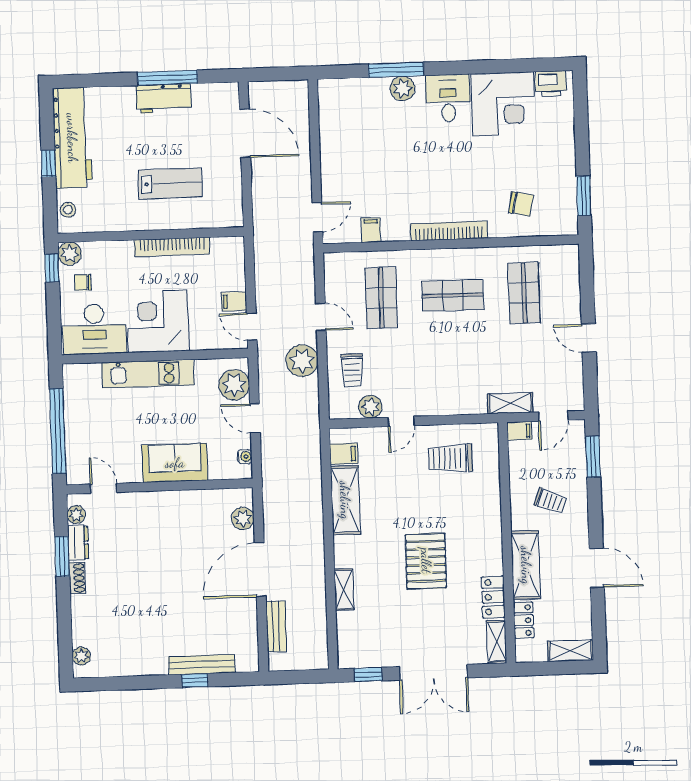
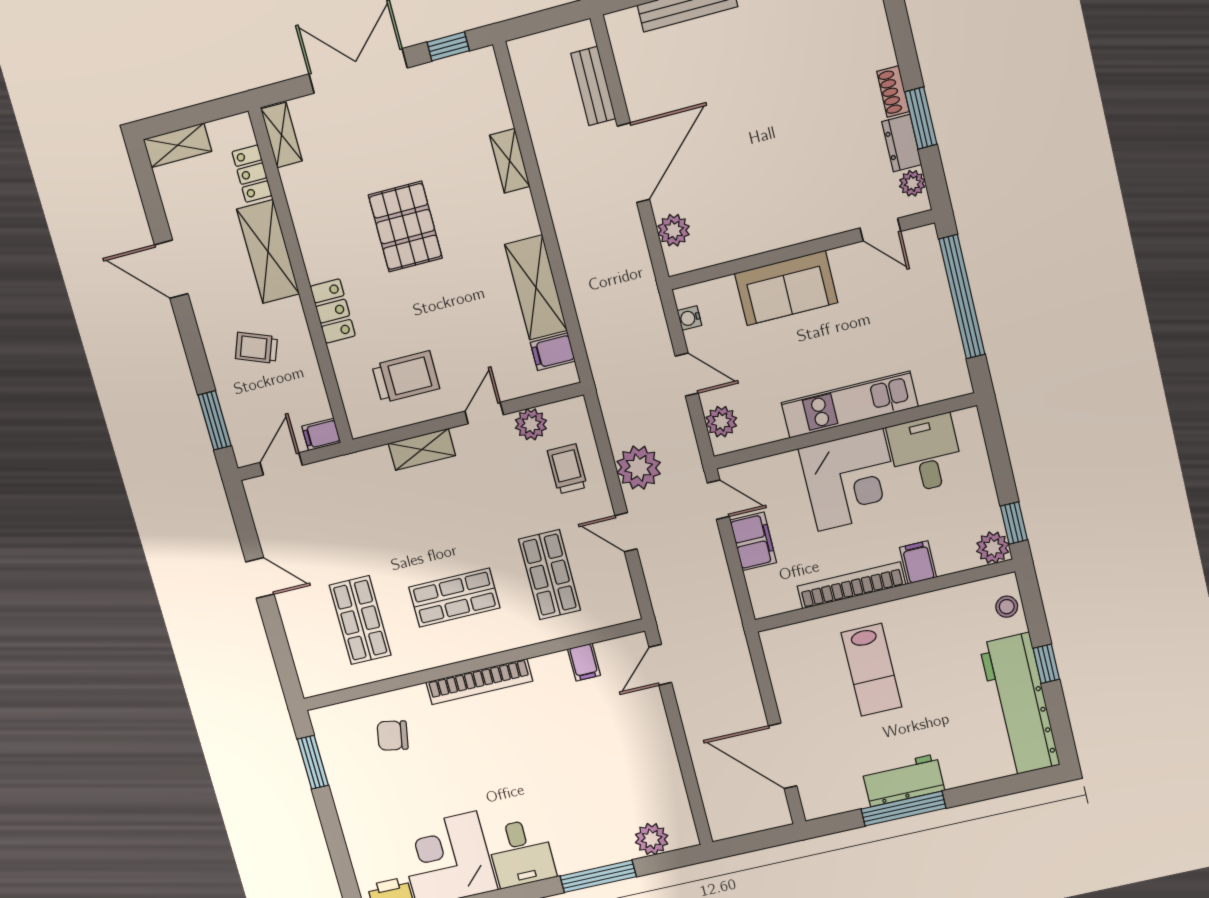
plant: (402, 88) -> (652, 839), moved
lab bench: (170, 184) -> (871, 670), turned -90
filing cabinet: (123, 254) -> (918, 562), added
chair: (83, 282) -> (967, 512), removed
filing cabinet: (234, 301) -> (753, 541), width x2.00
desk: (94, 329) -> (926, 454), width x0.73
plant: (234, 385) -> (721, 422), width x0.73, depth x0.73
shelving: (510, 403) -> (422, 449), moved
locker: (493, 597) -> (333, 311), moved

